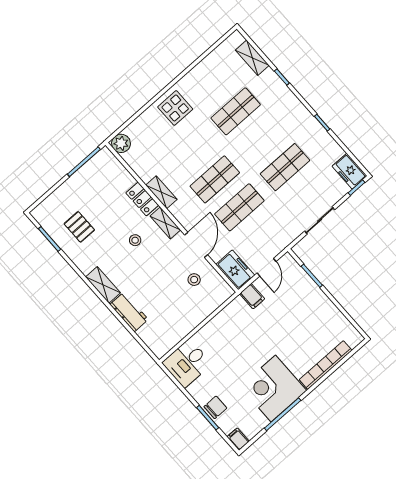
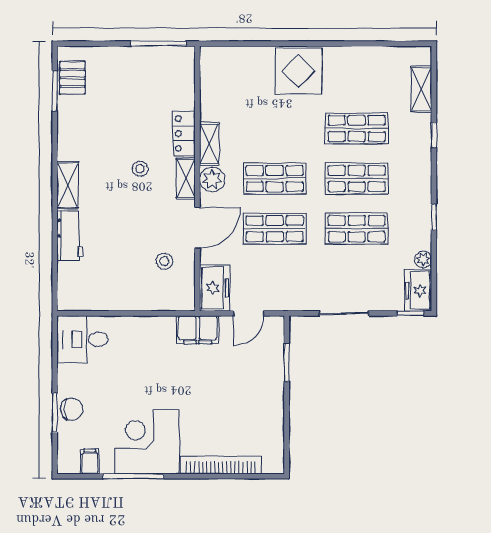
display table: (175, 108) -> (299, 71), width x1.36, depth x1.36
shop shelf: (260, 139) -> (357, 179), added
plant: (121, 143) -> (212, 180), moved
plant: (337, 151) -> (423, 259), added
pallet: (79, 227) -> (72, 78), moved
filing cabinet: (252, 296) -> (198, 330), width x2.00
filing cabinet: (238, 439) -> (90, 462), moved

